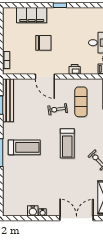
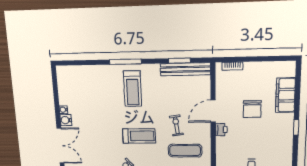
printer: (75, 69) -> (221, 130), moved
treadmill: (67, 143) -> (139, 136), turned 180
water cooler: (33, 211) -> (66, 120), moved

